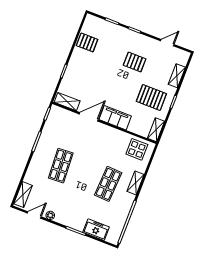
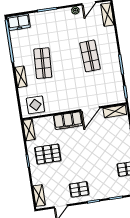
pallet: (135, 62) -> (79, 189), moved
shelving: (177, 76) -> (39, 195), moved
freezer: (96, 230) -> (19, 22), moved

